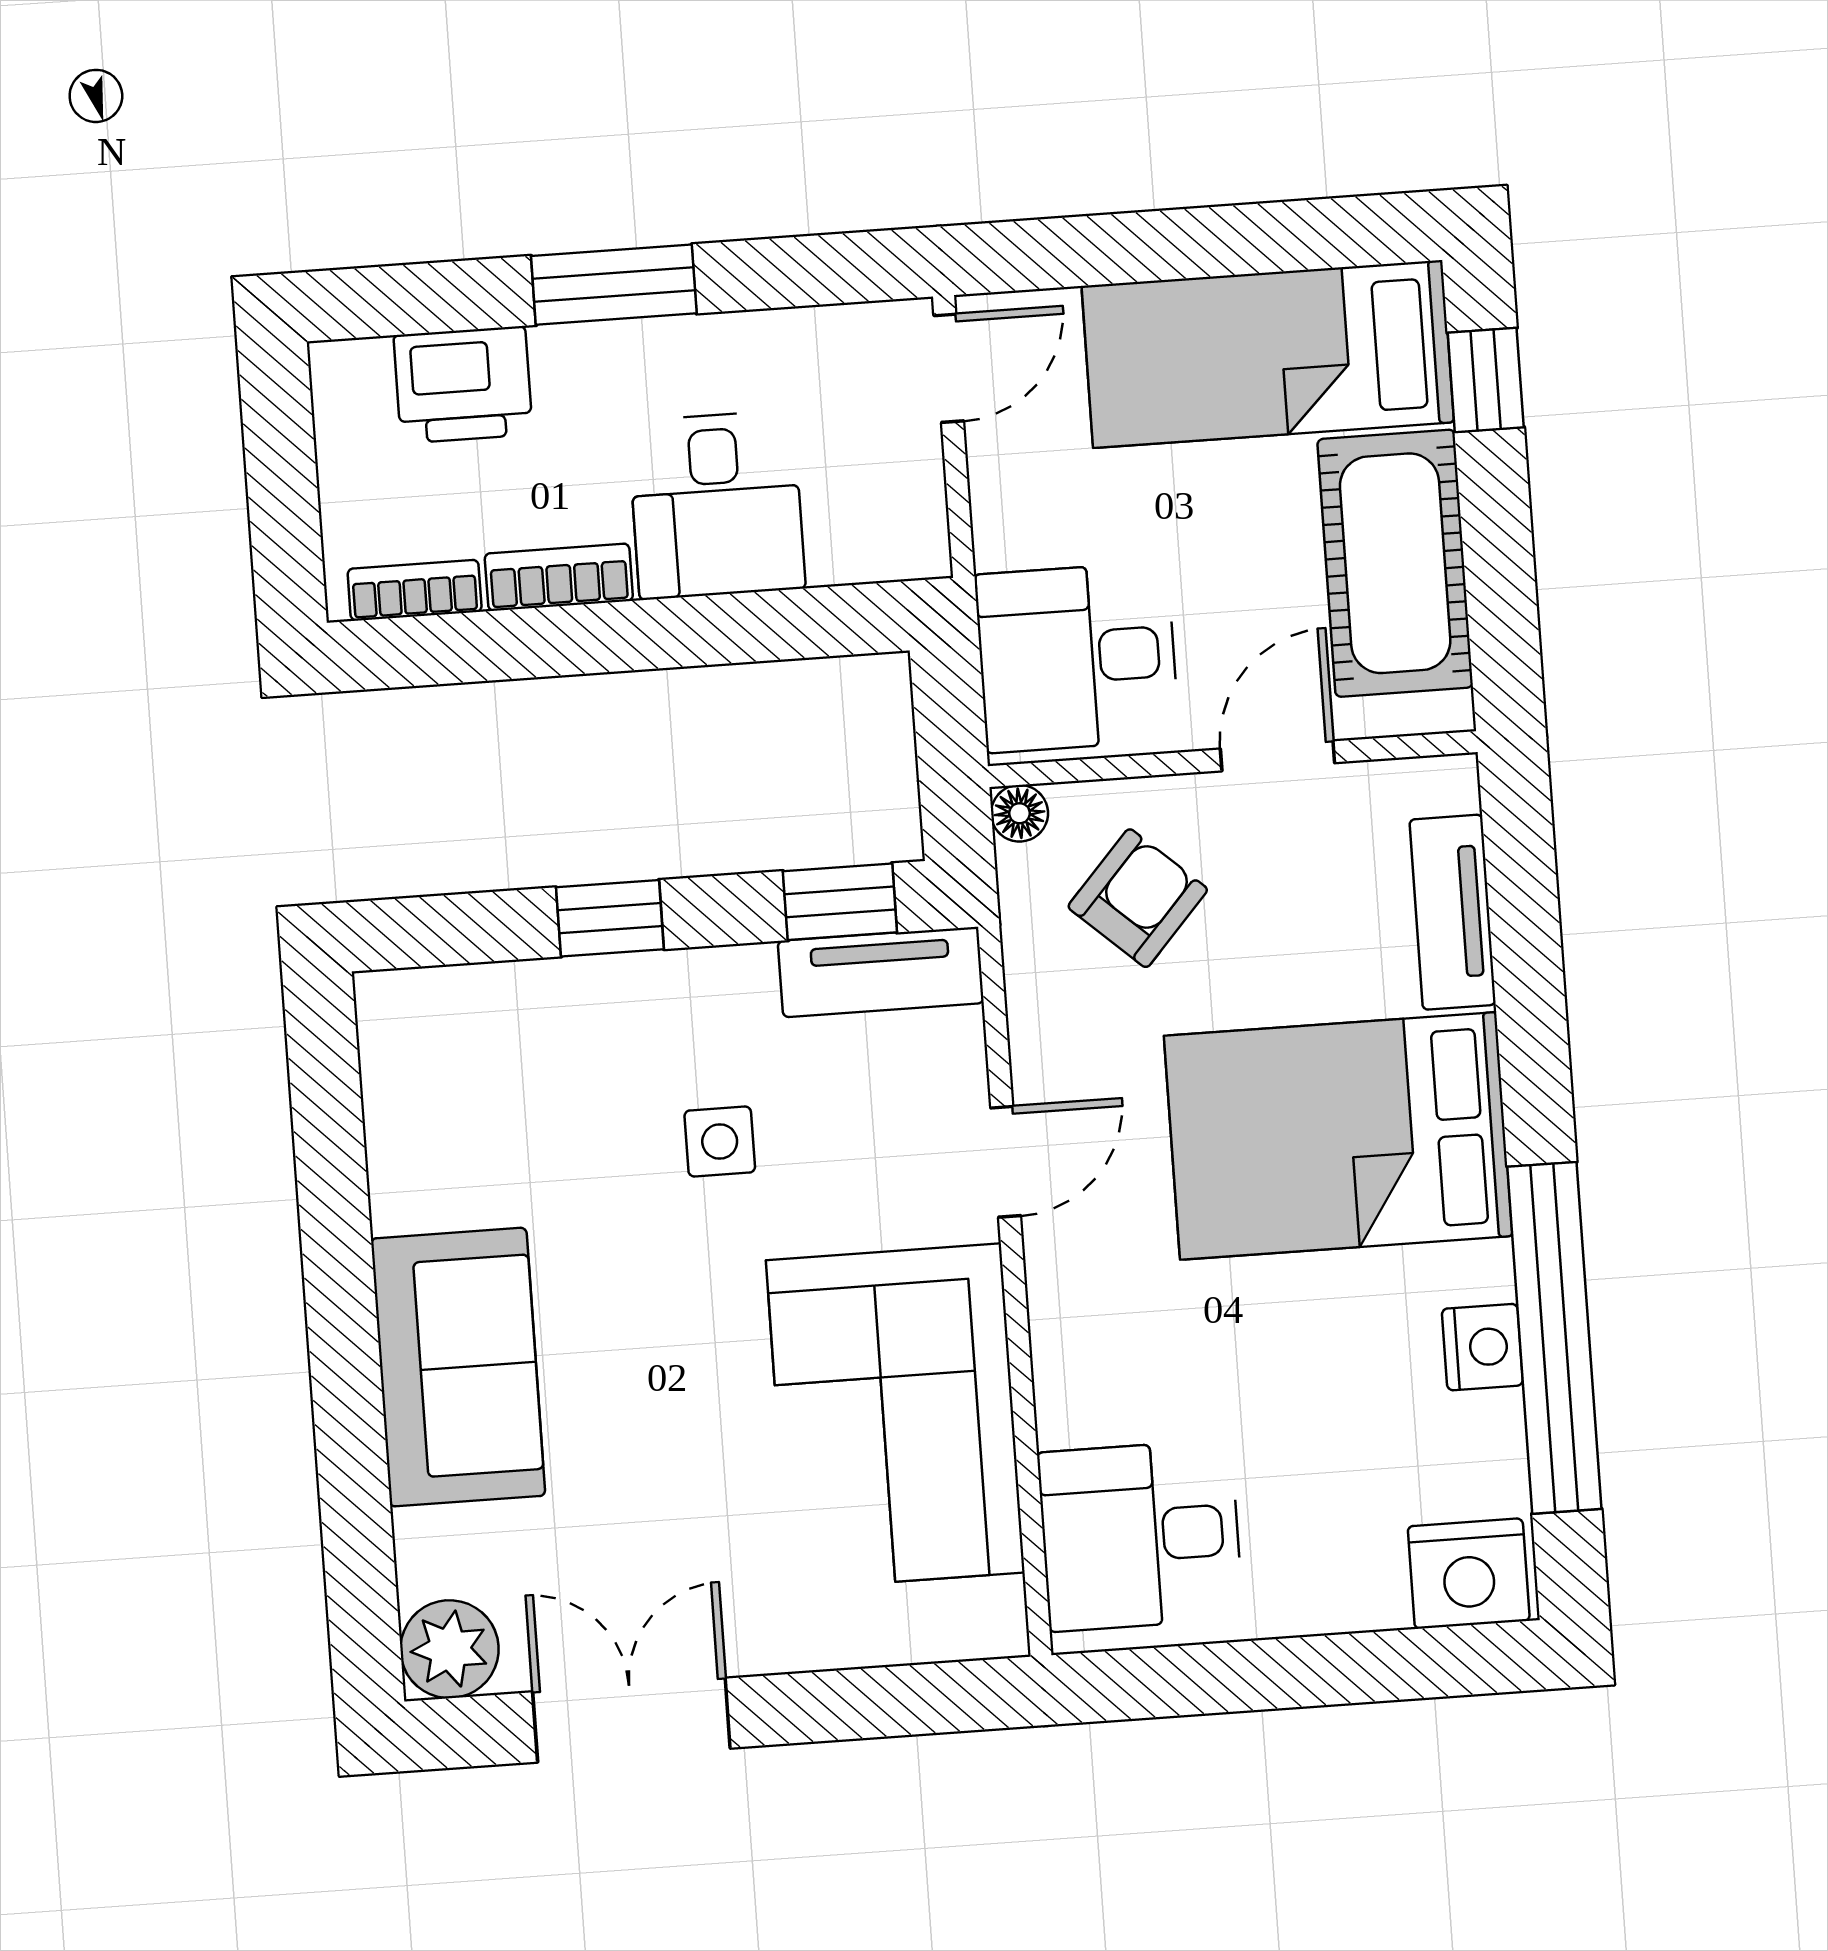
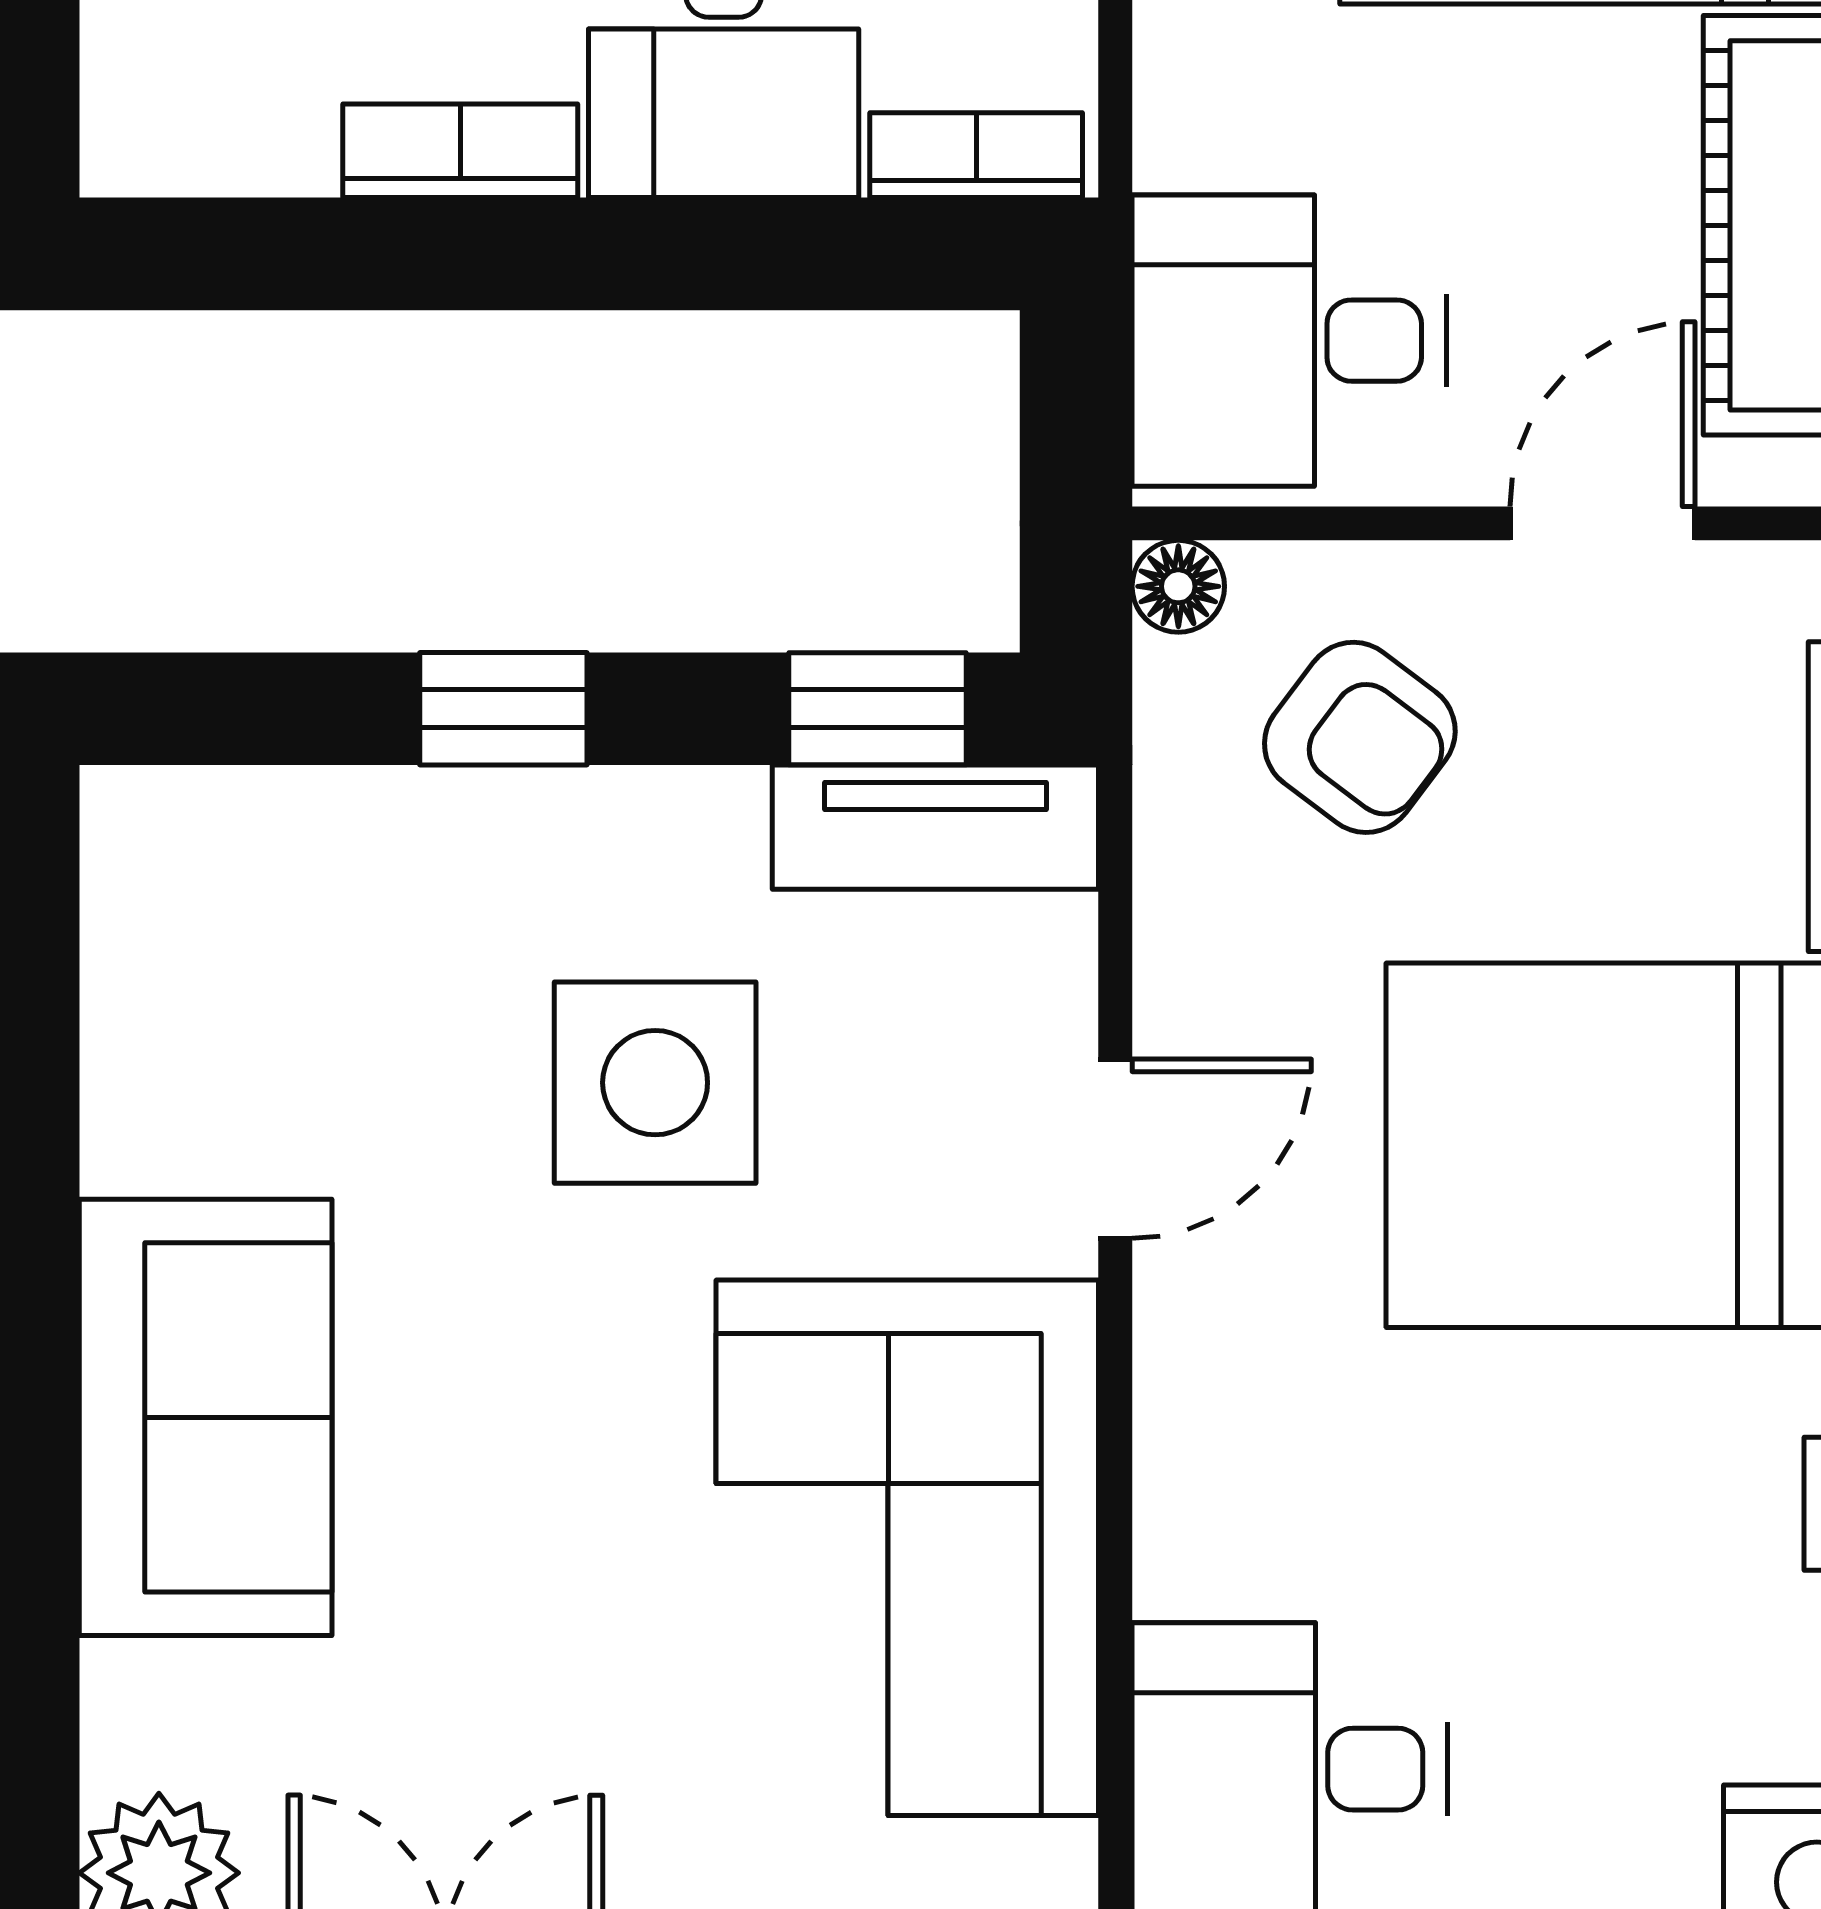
bookcase: (415, 590) -> (976, 155), moved
armchair: (1138, 898) -> (1360, 737), turned 85
side table: (720, 1141) -> (655, 1083), width x1.87, depth x1.87

